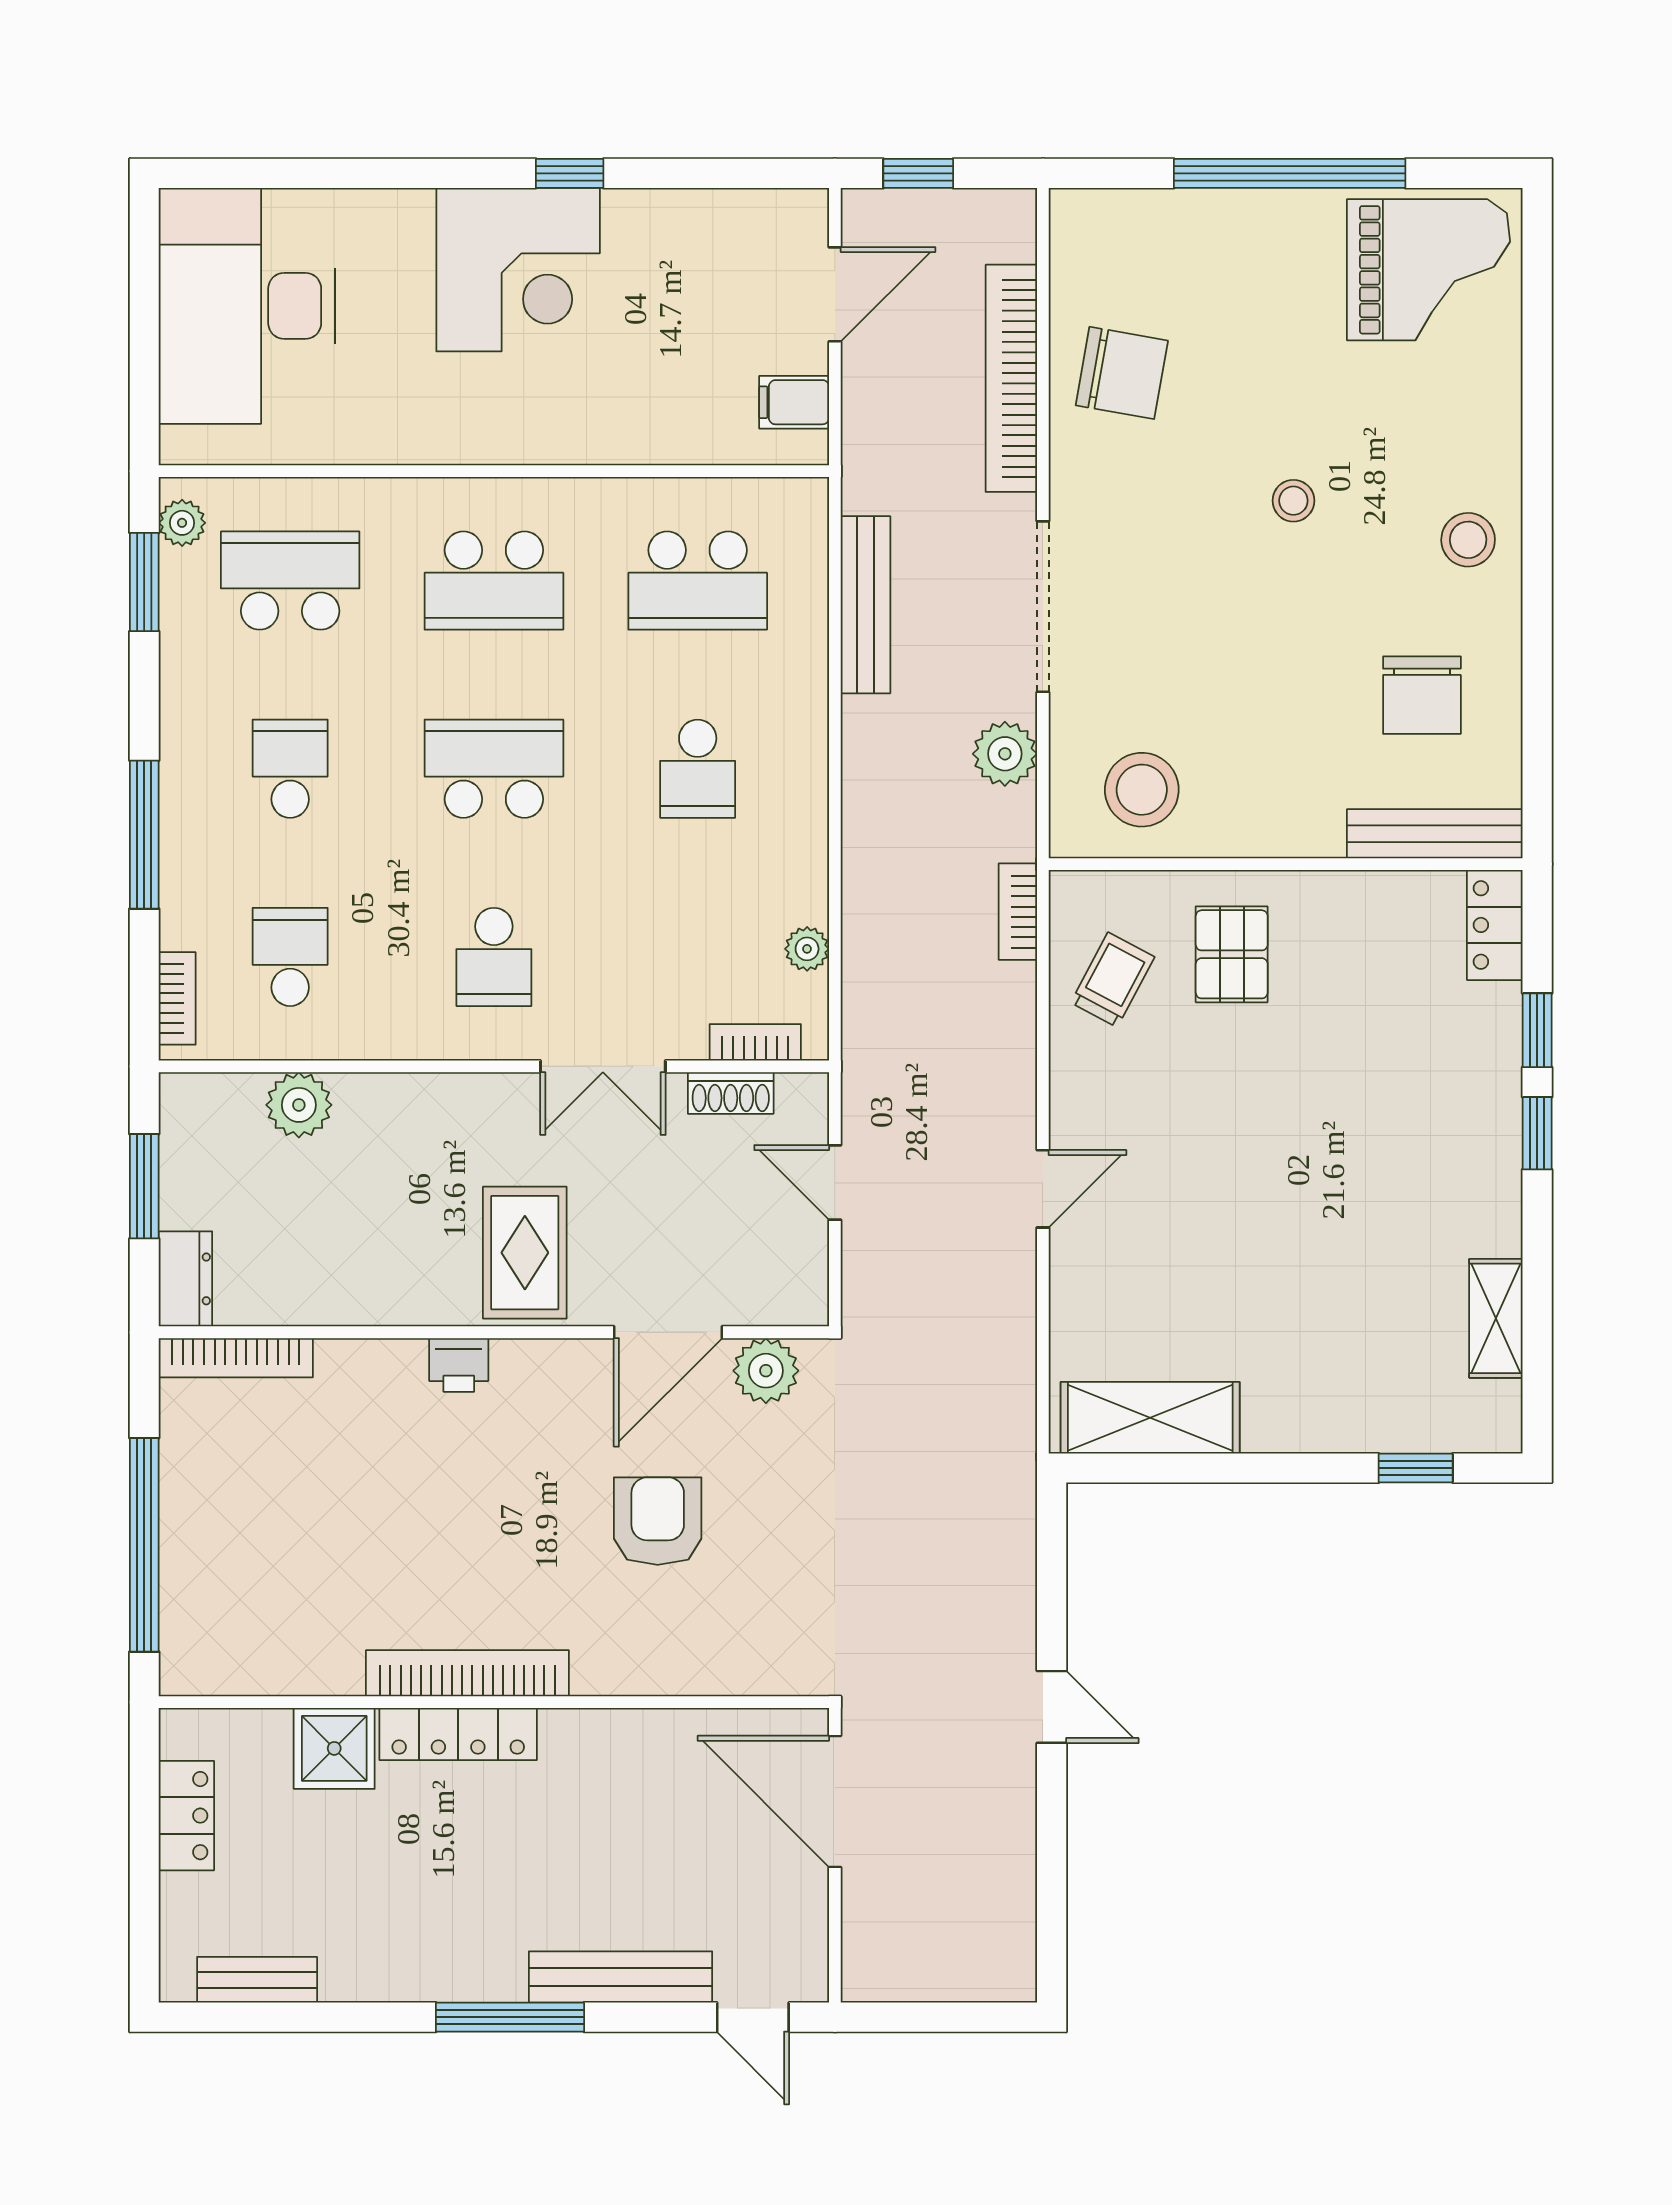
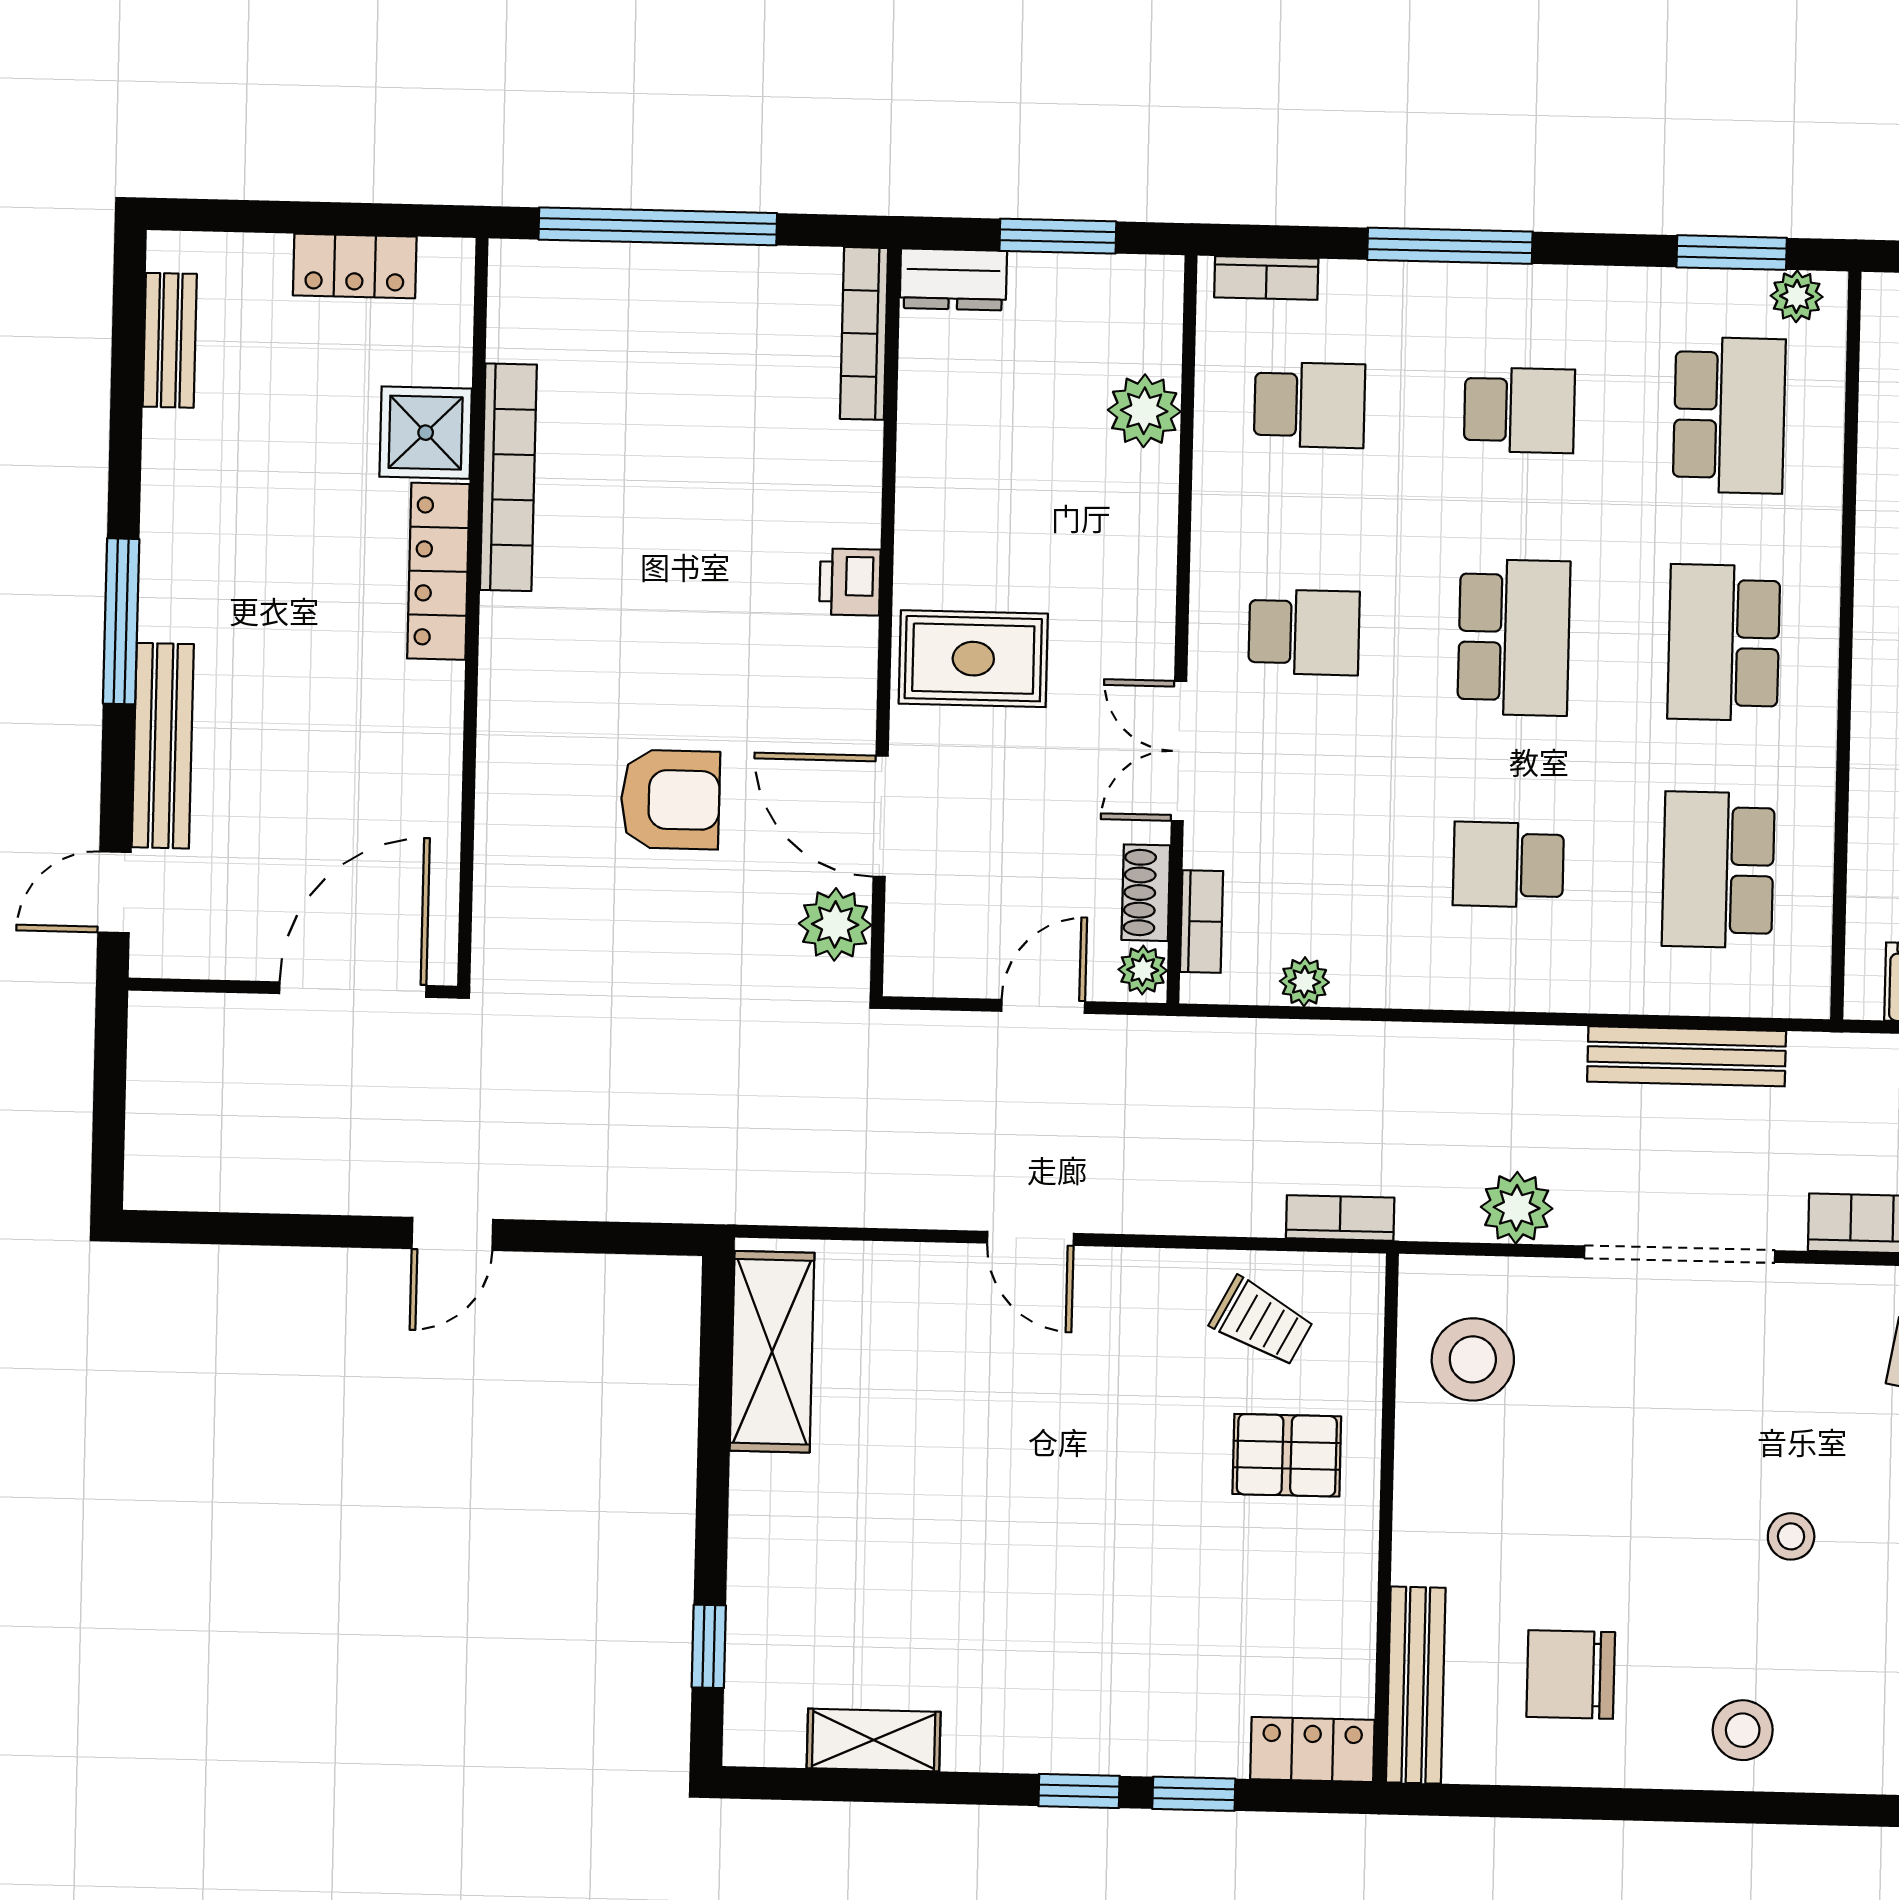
school desk: (494, 957) -> (1304, 632), turned 180
plant: (800, 1094) -> (1143, 970), added
bookcase: (467, 1673) -> (508, 477), moved

